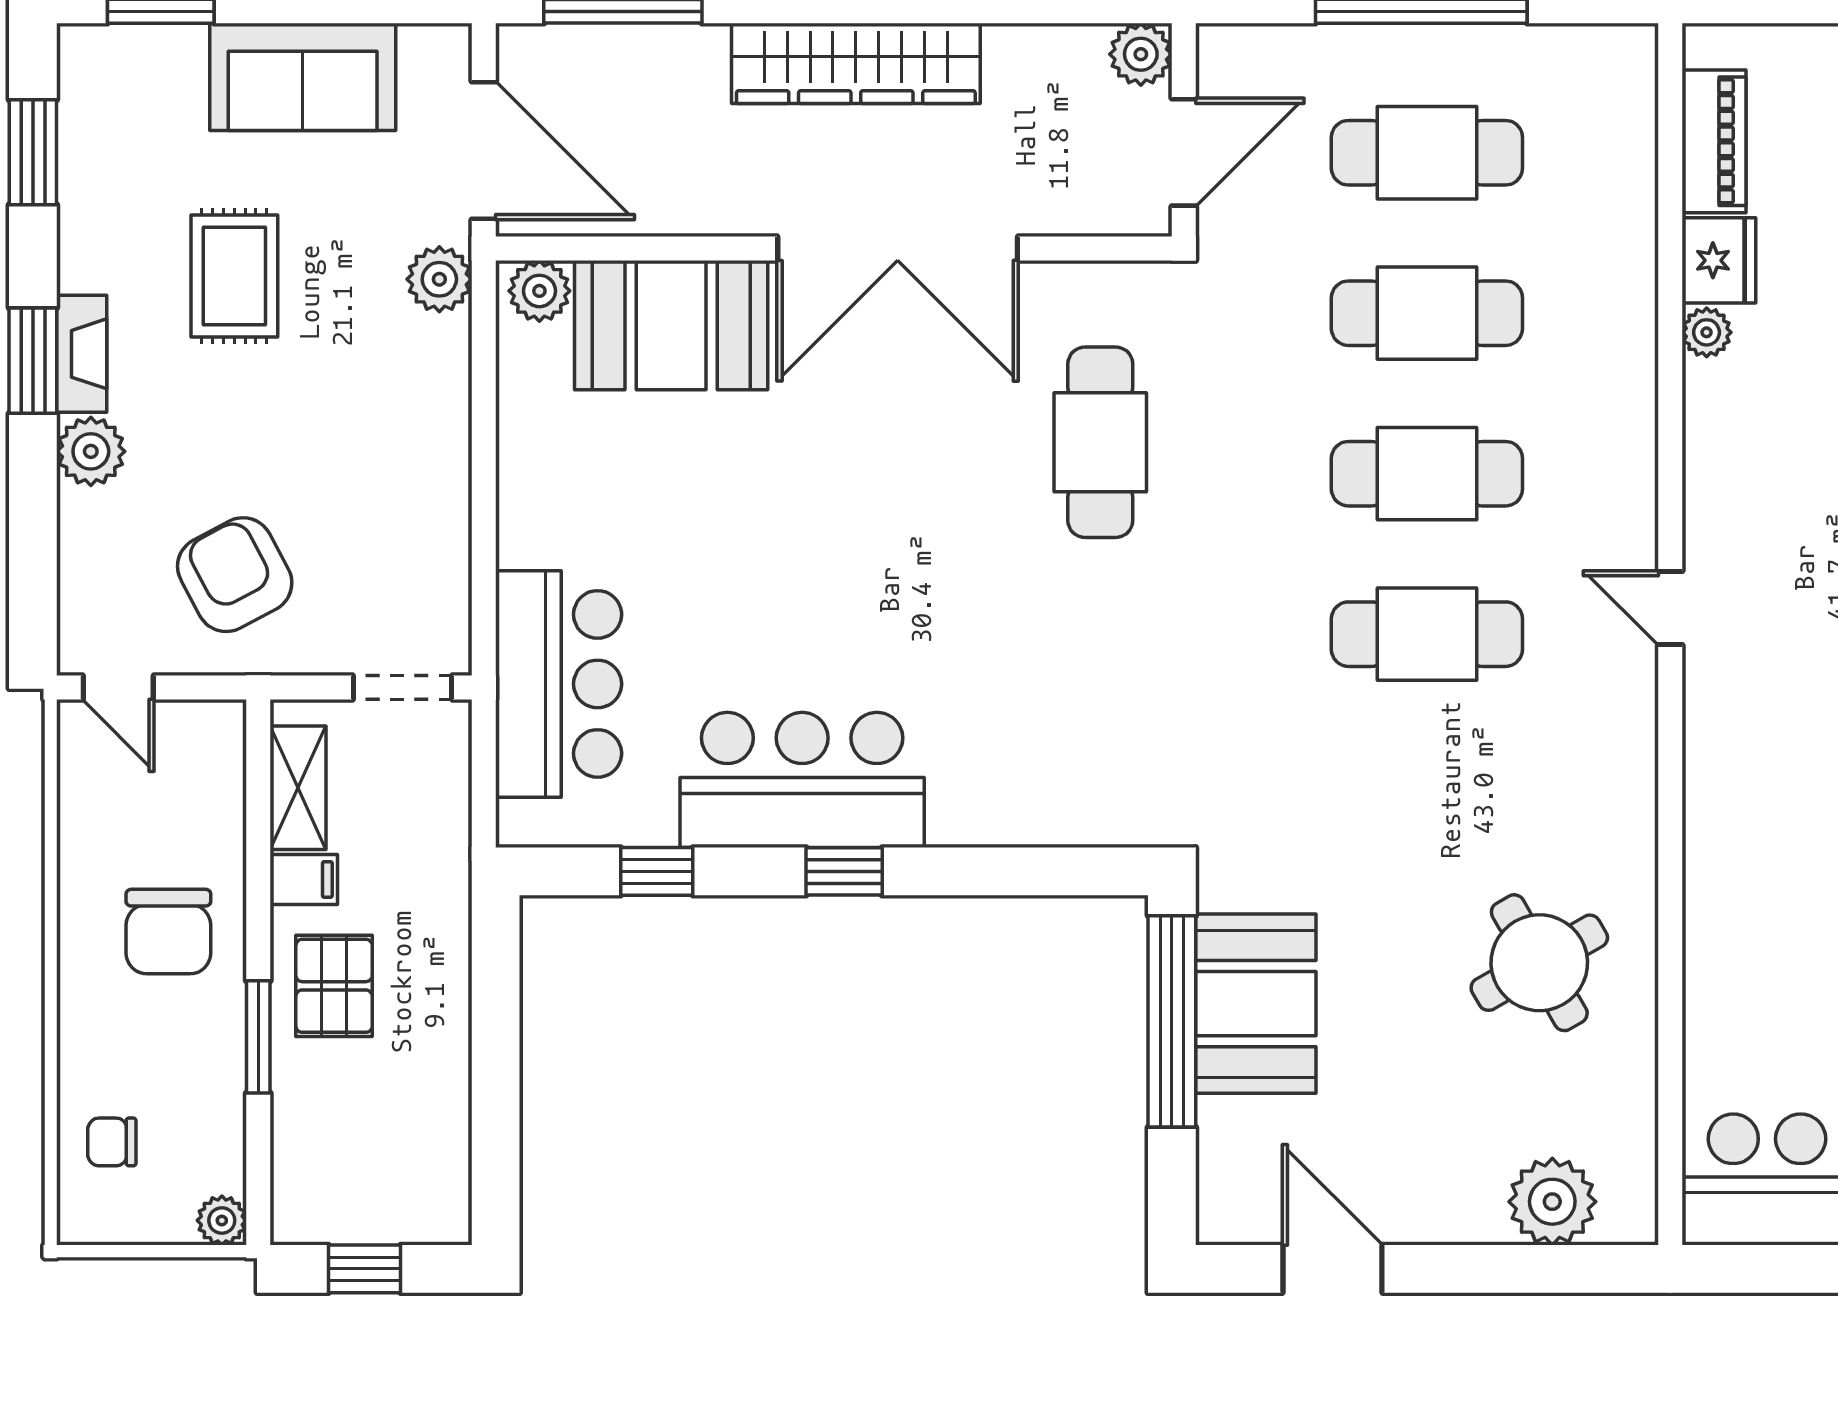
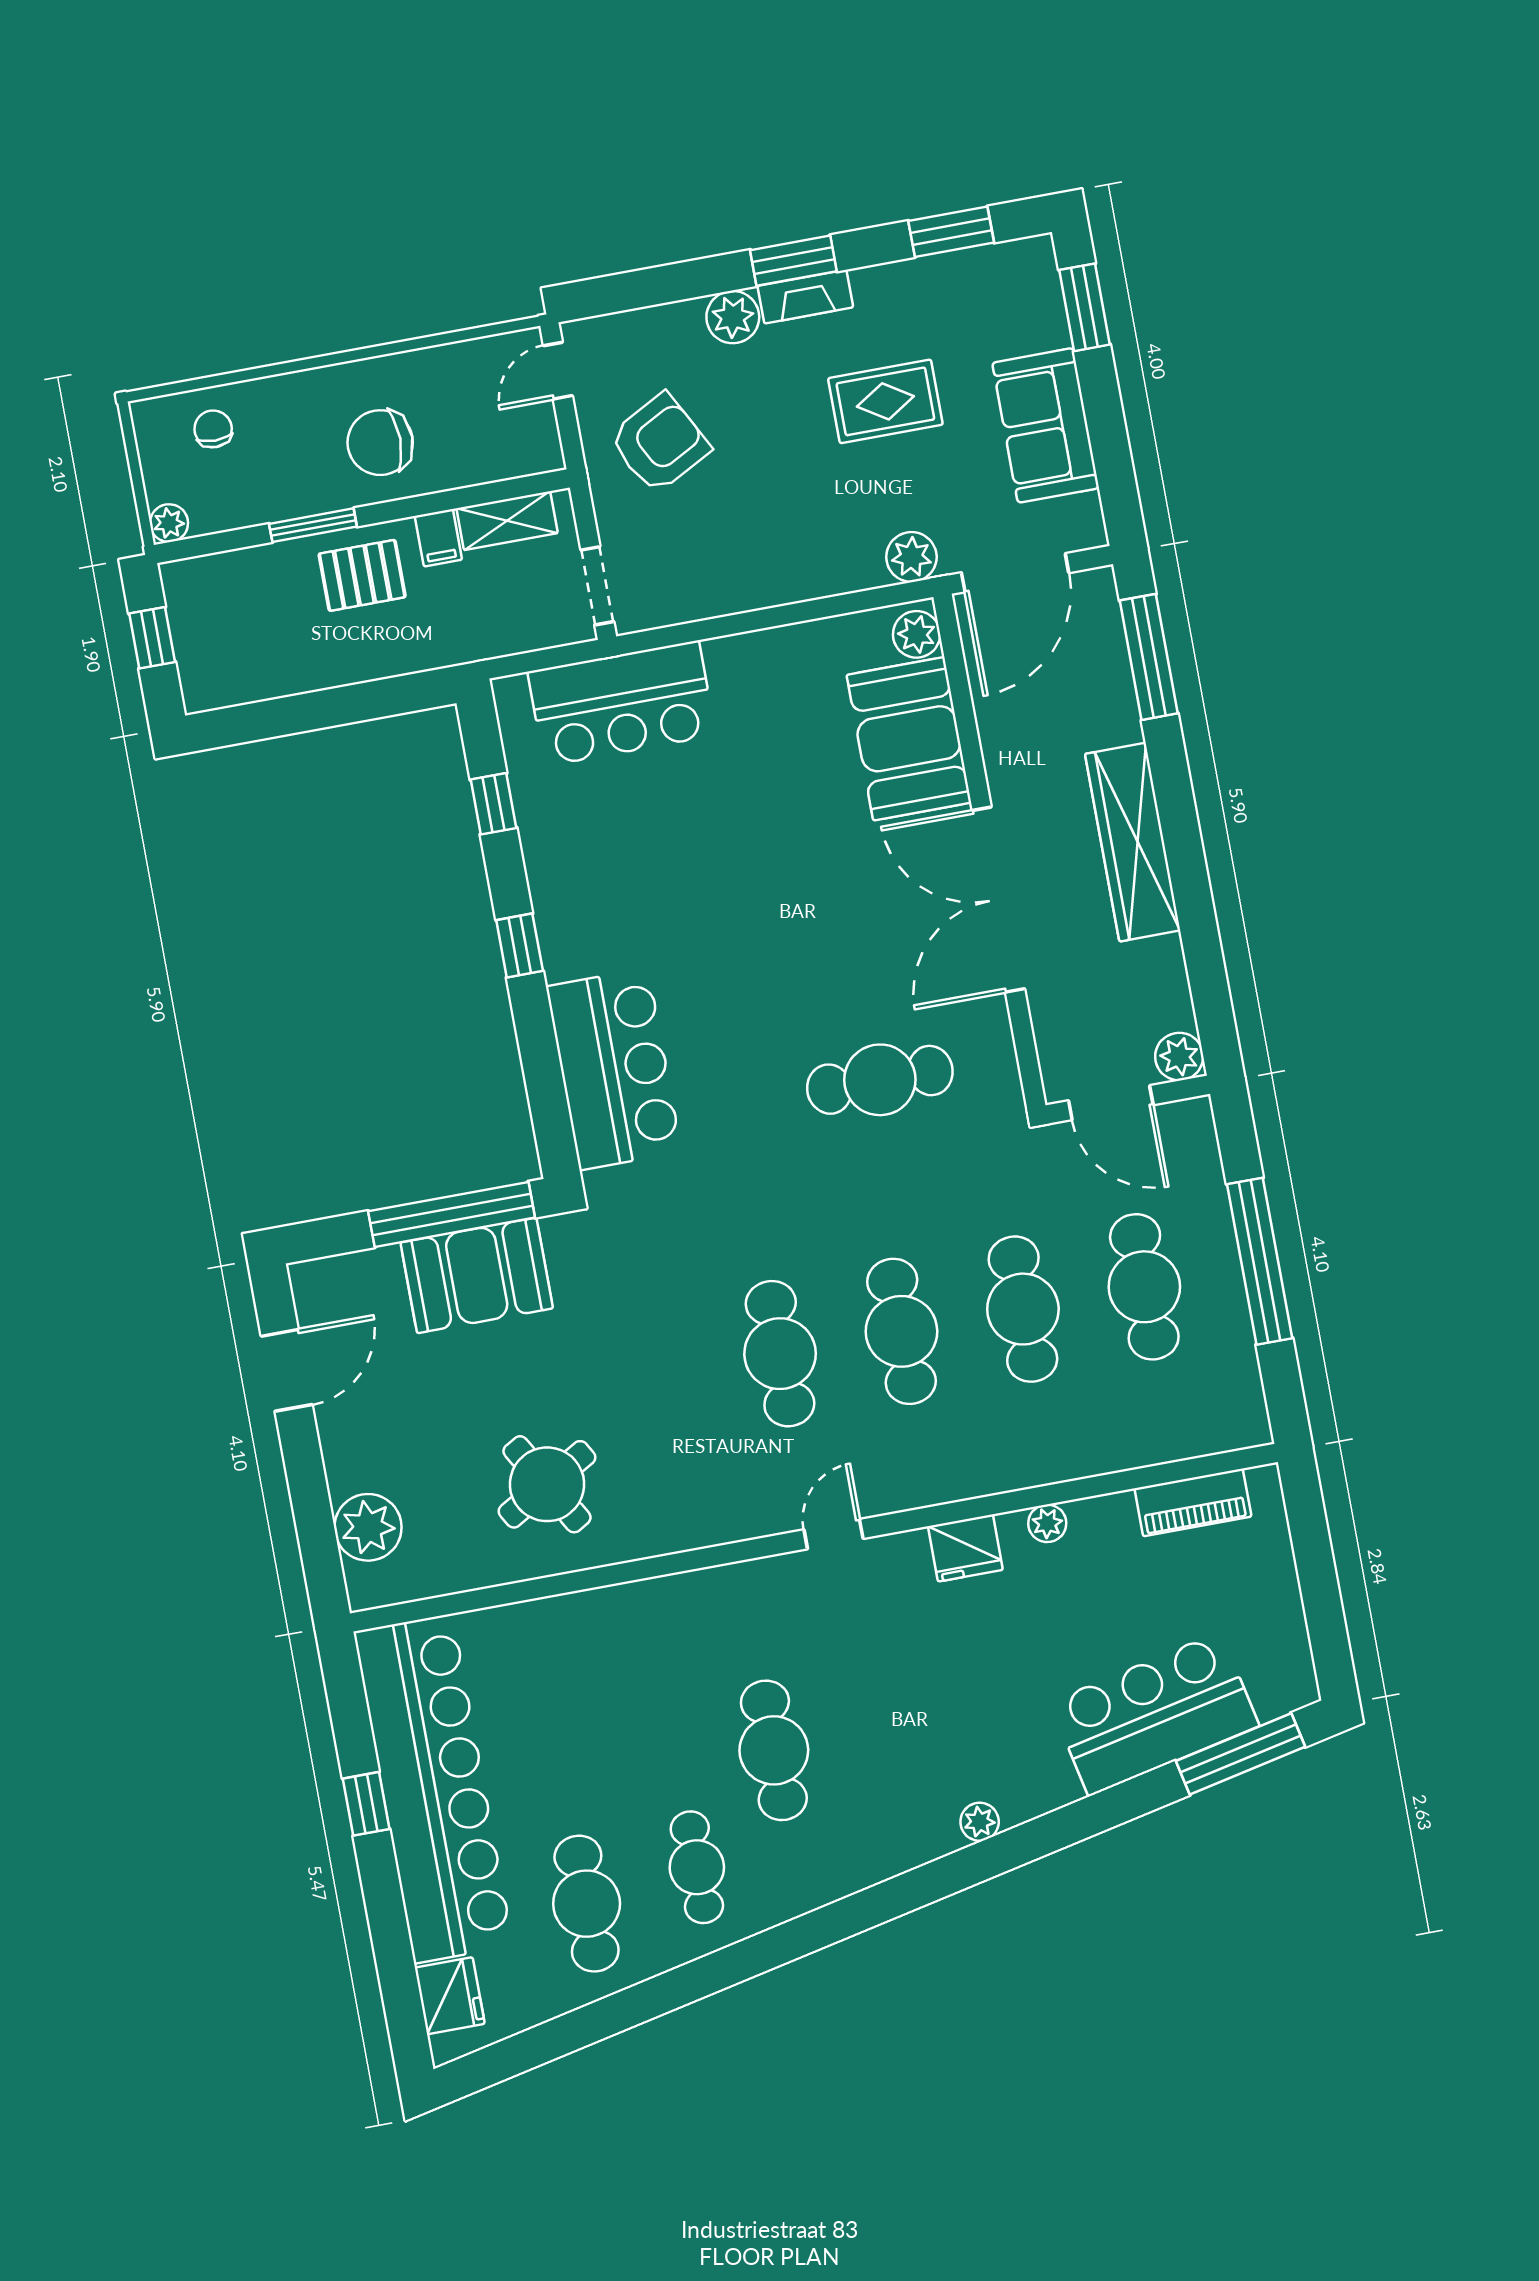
fridge: (1719, 260) -> (965, 1548), moved
bar counter: (802, 780) -> (614, 1069), moved

